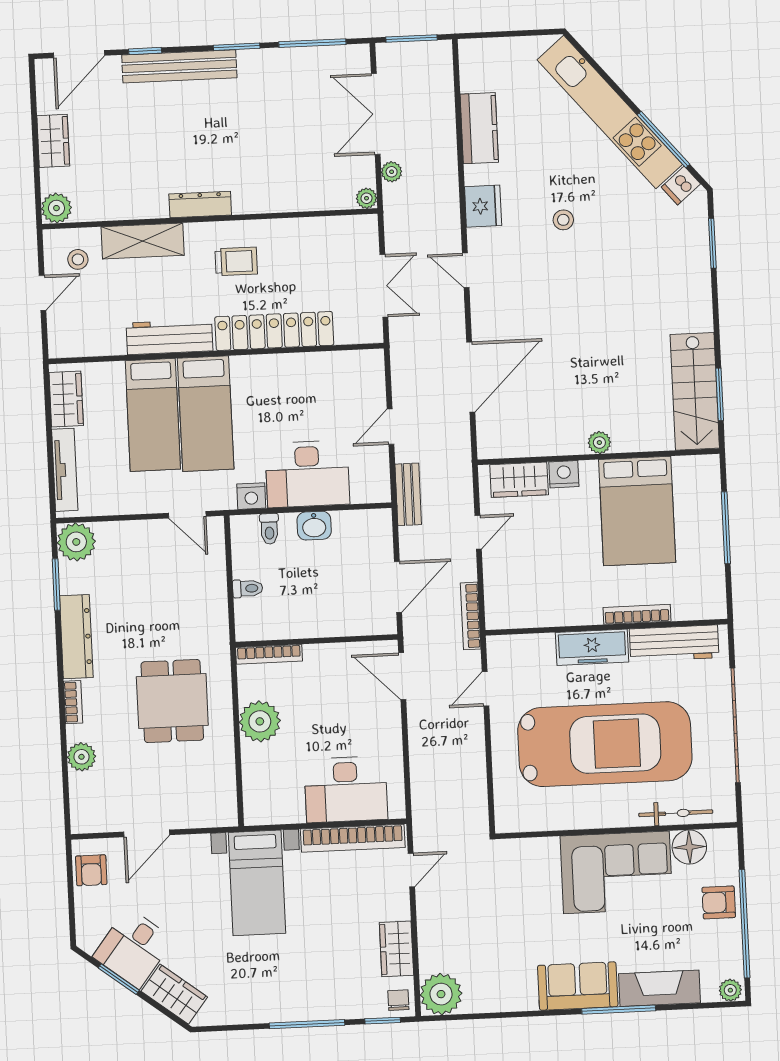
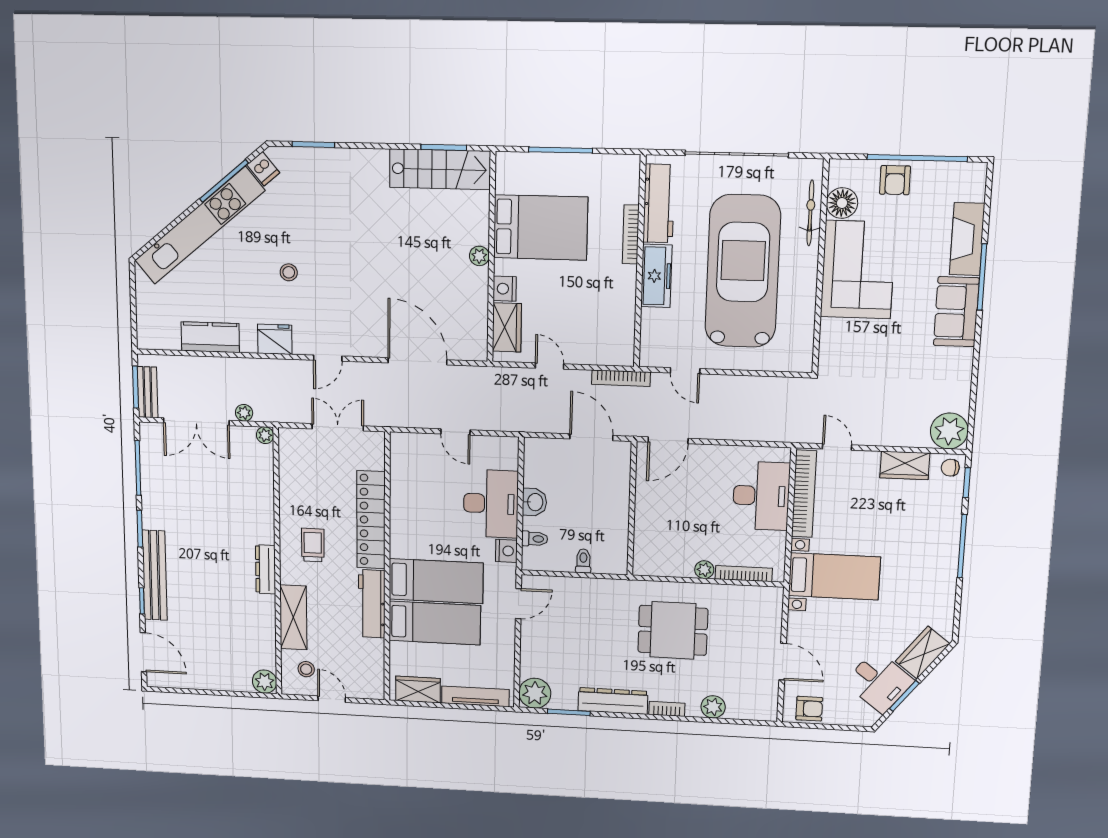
wardrobe: (53, 141) -> (211, 679), removed
bench: (408, 494) -> (148, 392), moved, turned 90
bookcase: (269, 654) -> (744, 574), moved, turned -90
plant: (260, 721) -> (704, 570), width x0.53, depth x0.53
plant: (730, 990) -> (976, 175), removed

